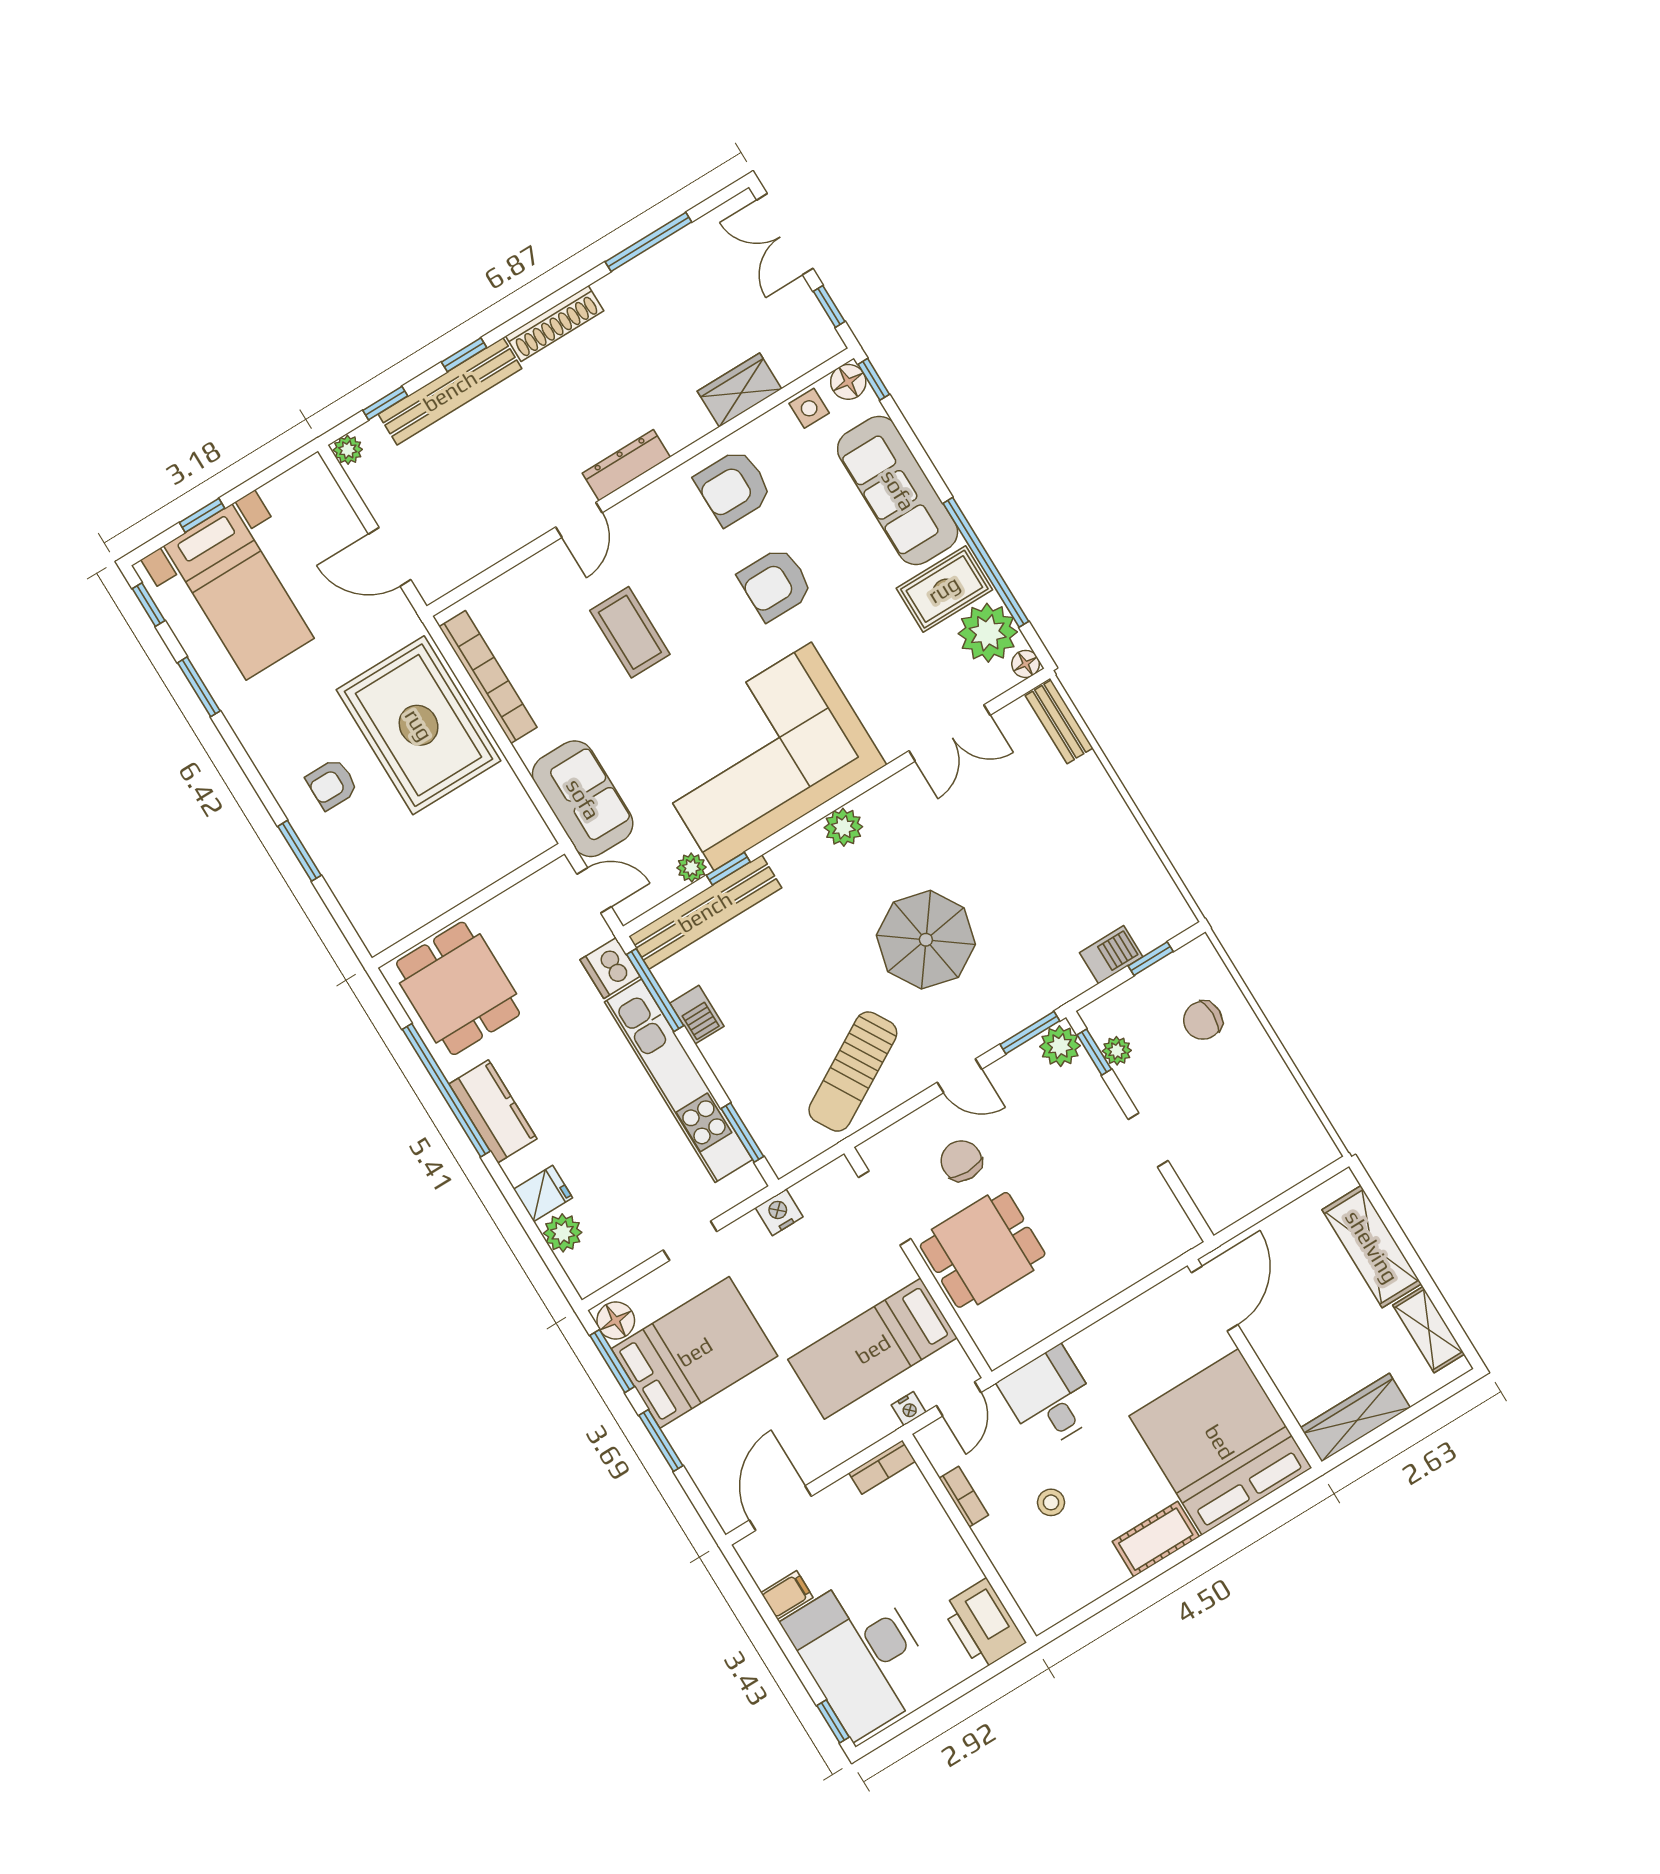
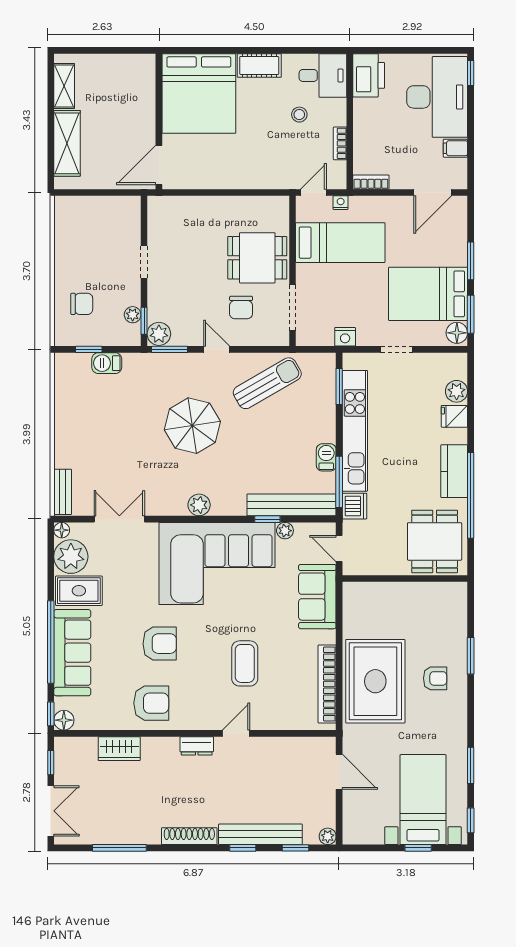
side table: (809, 408) -> (91, 719), removed
dresser: (626, 465) -> (197, 746), width x0.70
window: (986, 562) -> (51, 642), moved
desk: (1050, 1398) -> (323, 75), moved, turned -90
wardrobe: (1355, 1418) -> (126, 65), removed

